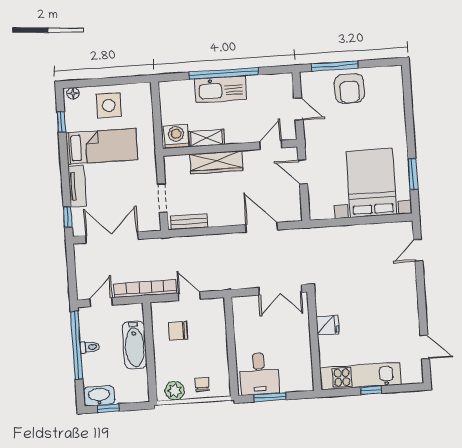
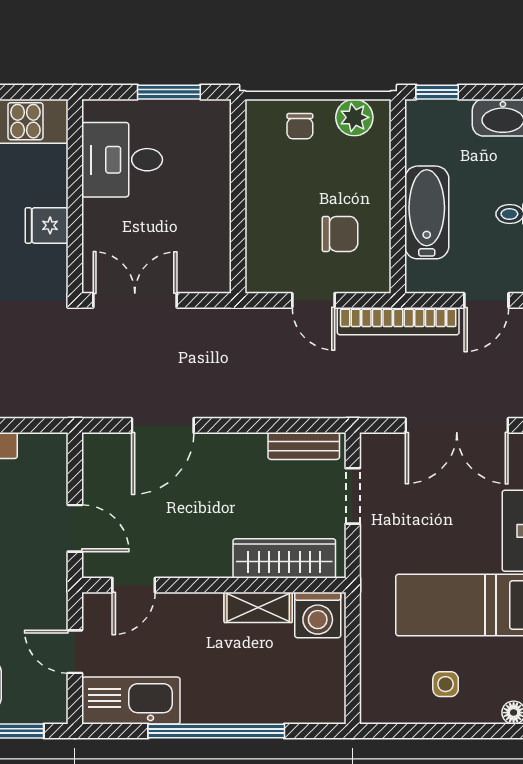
kitchen sink: (220, 89) -> (131, 701), moved
side table: (109, 105) -> (446, 684), width x0.54, depth x0.54
wardrobe: (216, 162) -> (284, 558), moved
door: (262, 227) -> (163, 425), hinge flipped
desk: (259, 374) -> (122, 160), moved, turned -90
window: (108, 408) -> (437, 92), moved

